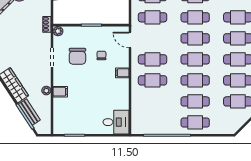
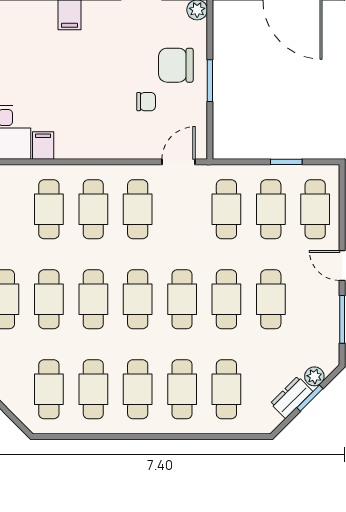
chair: (77, 56) -> (176, 65), moved
filing cabinet: (122, 73) -> (43, 146), moved
cafe table: (152, 101) -> (49, 209), added

